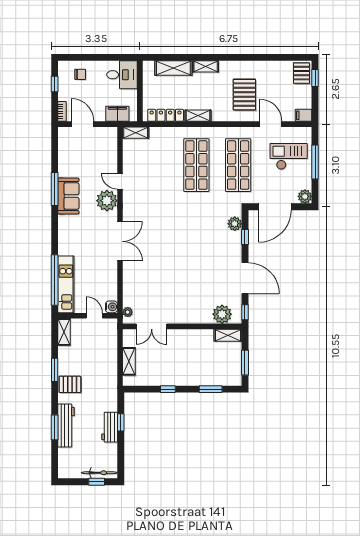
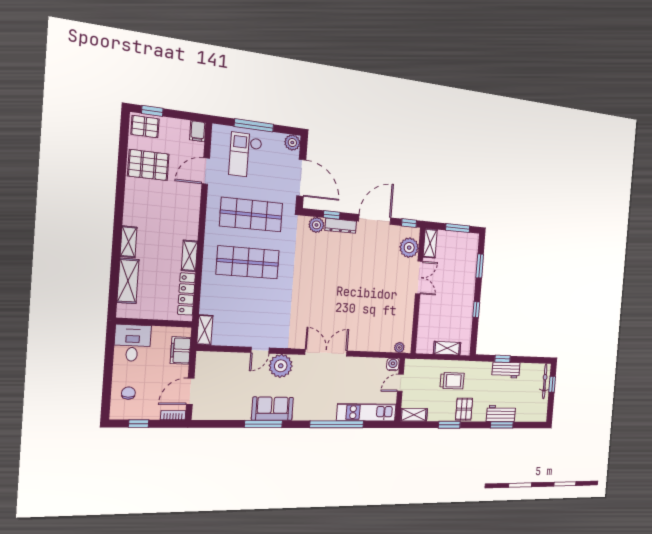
pallet: (244, 95) -> (148, 165), moved
dresser: (236, 246) -> (341, 226), added
window: (55, 280) -> (337, 424), moved
double door: (152, 326) -> (419, 277), moved
trolley: (97, 369) -> (452, 381), added
workbench: (66, 425) -> (501, 413), width x0.73

